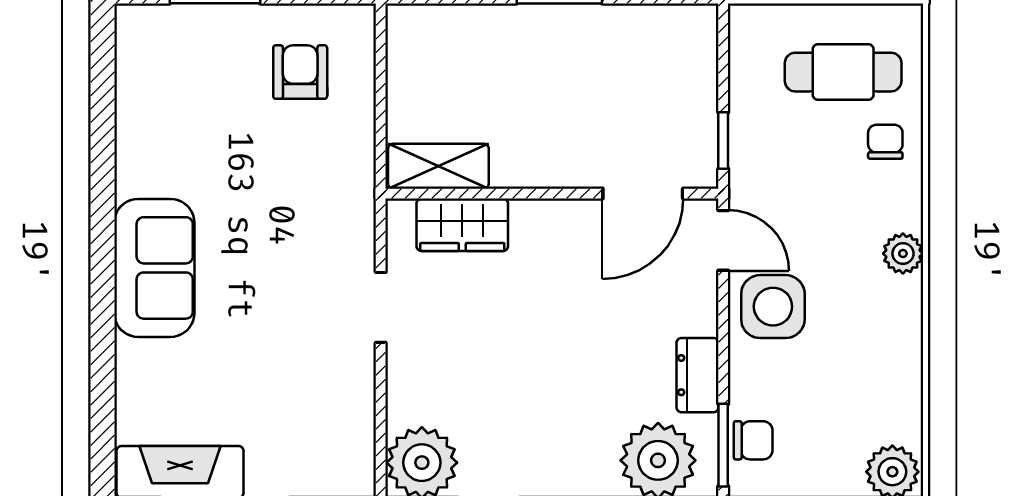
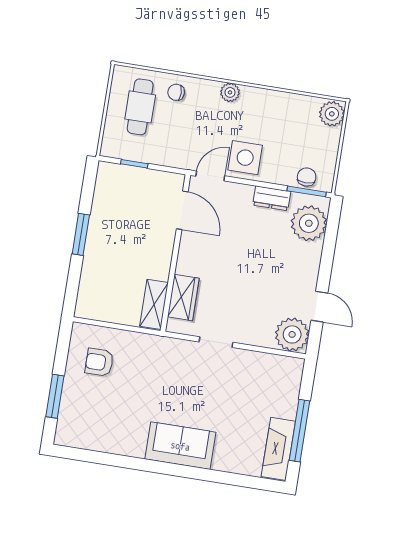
window: (723, 140) -> (134, 164), moved

